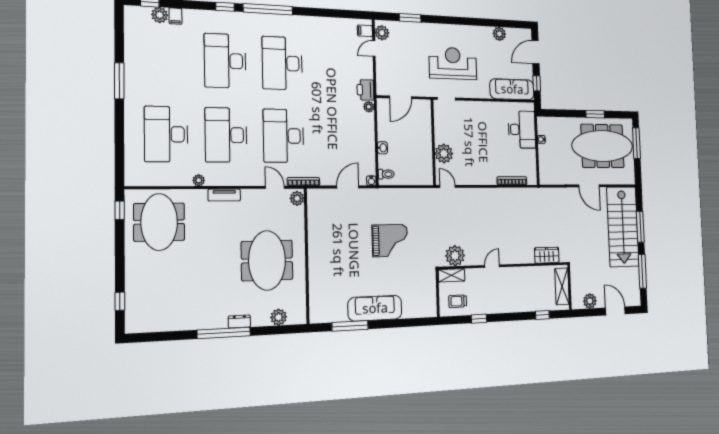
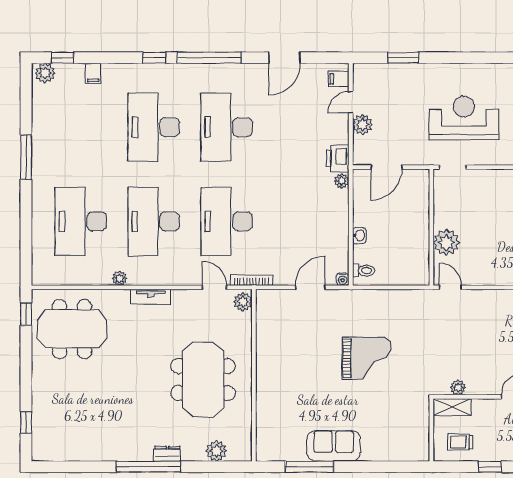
door: (325, 13) -> (284, 58), added
plant: (160, 15) -> (45, 73), moved
plant: (382, 33) -> (363, 125), moved
meeting table: (159, 222) -> (72, 329), turned 90
plant: (455, 256) -> (458, 387), width x0.53, depth x0.53
sofa: (375, 308) -> (334, 446), width x0.73

